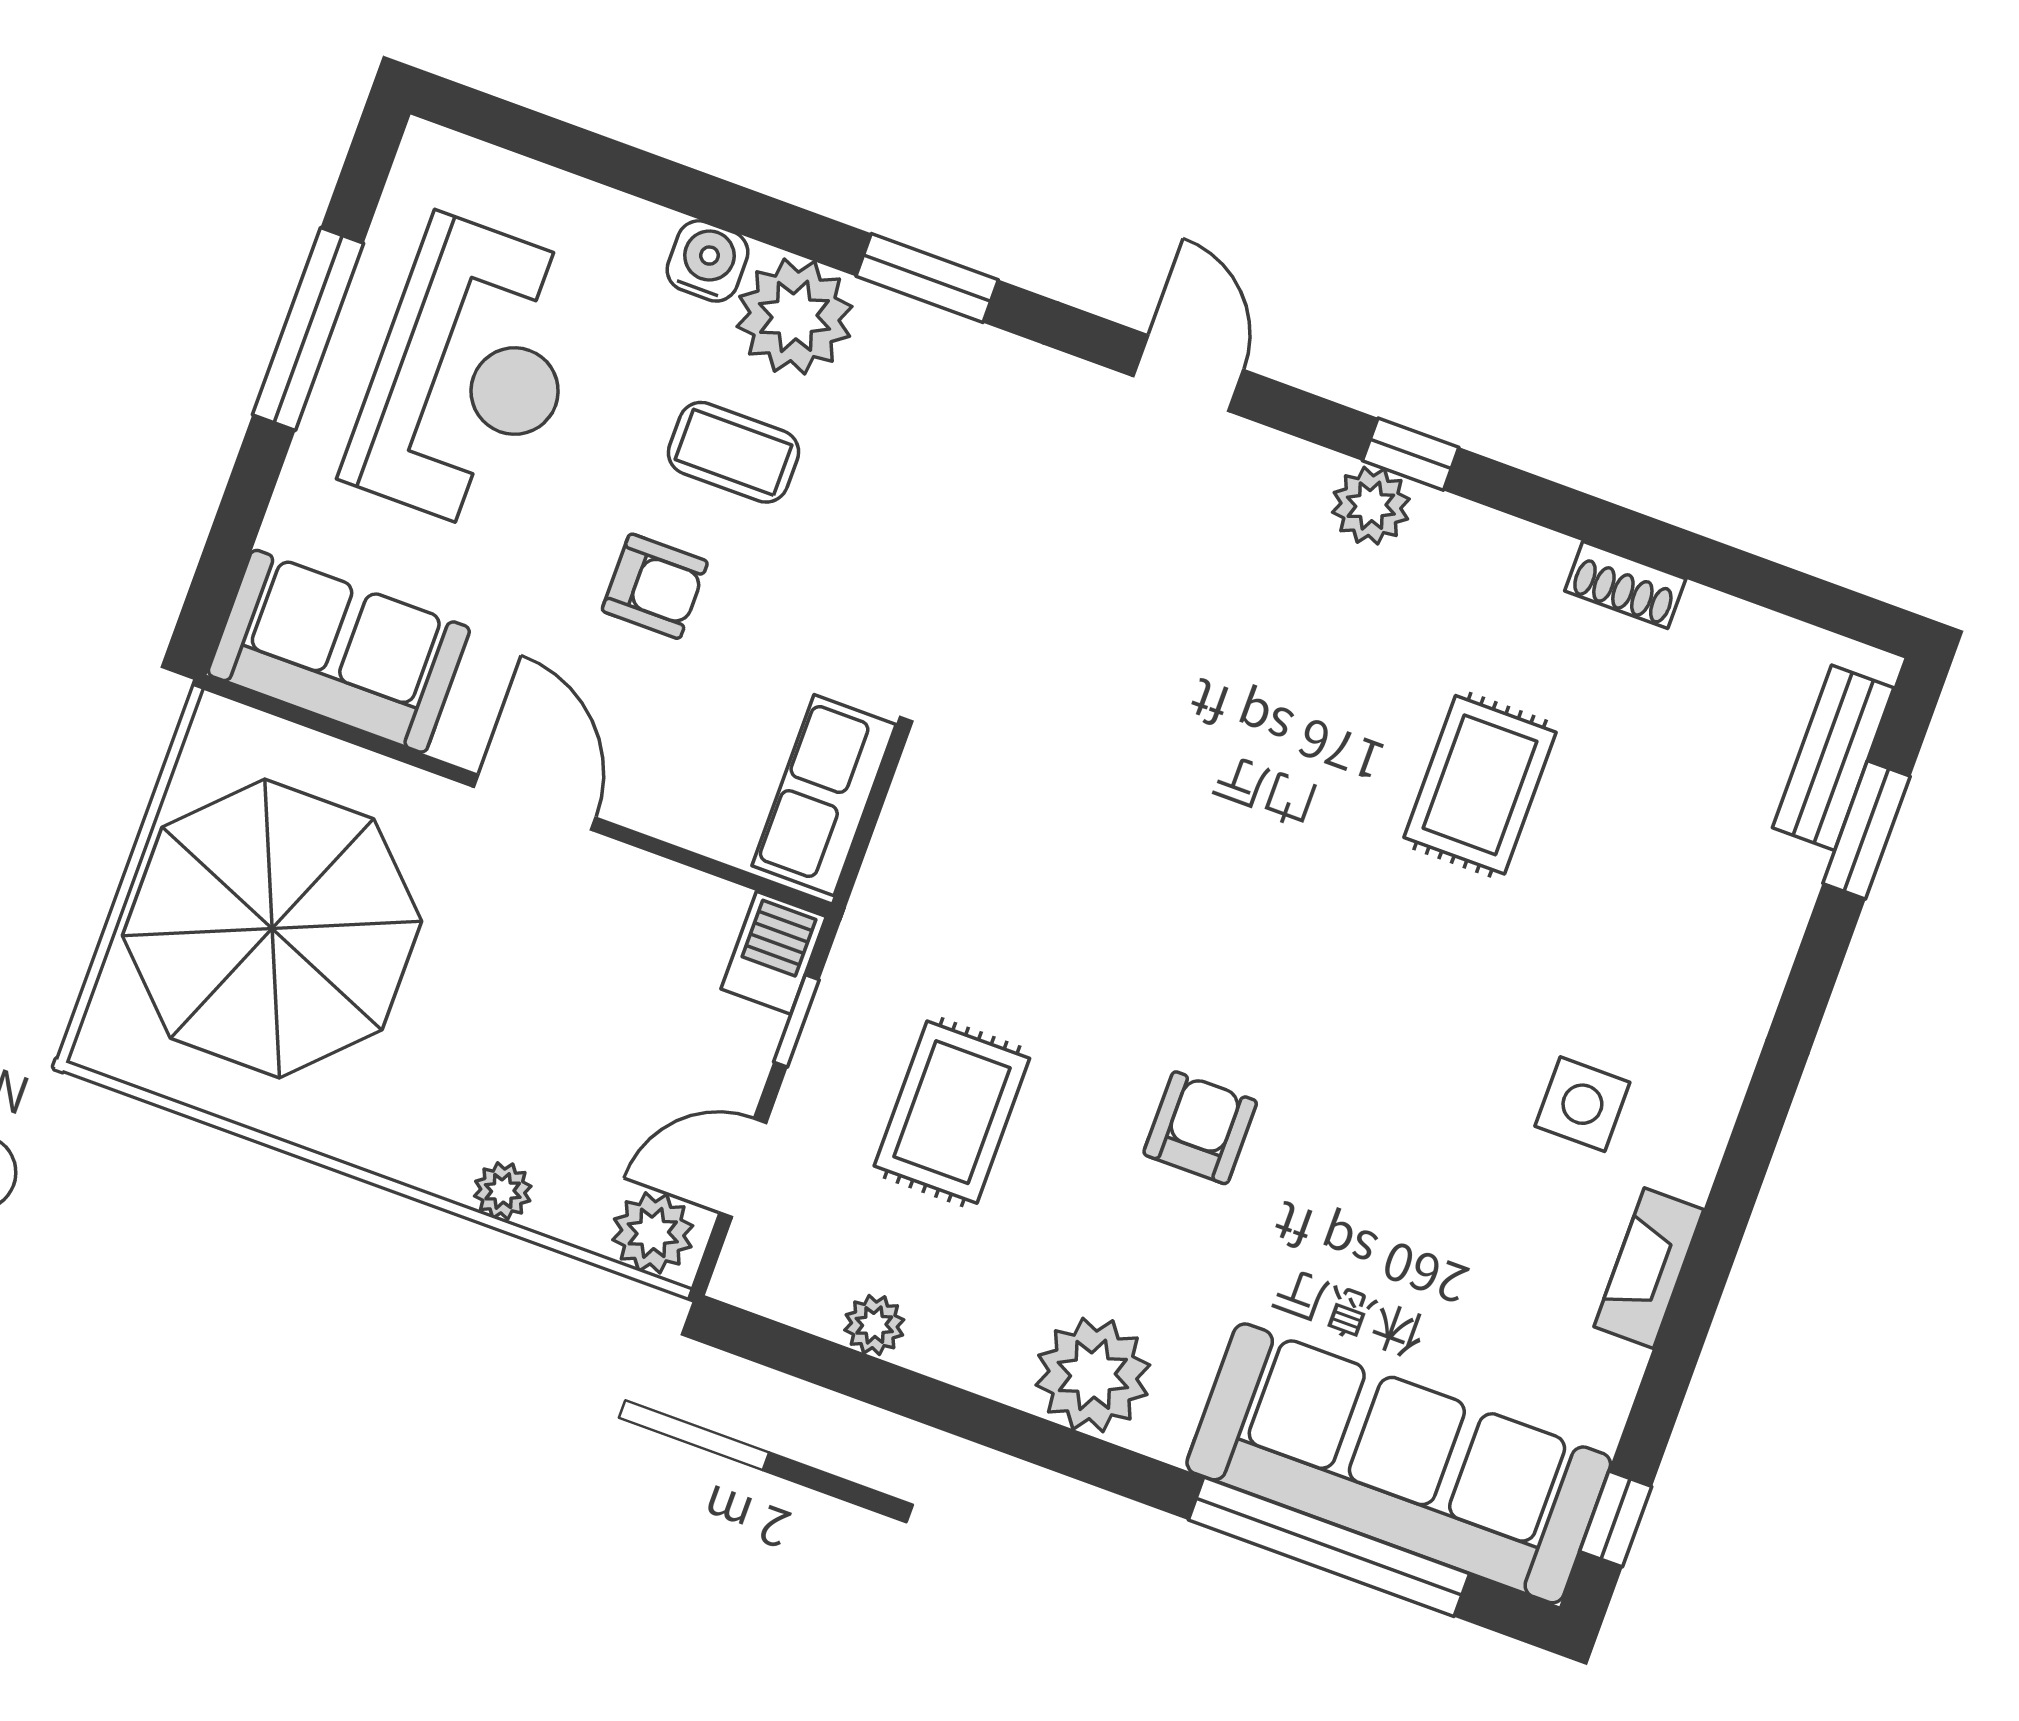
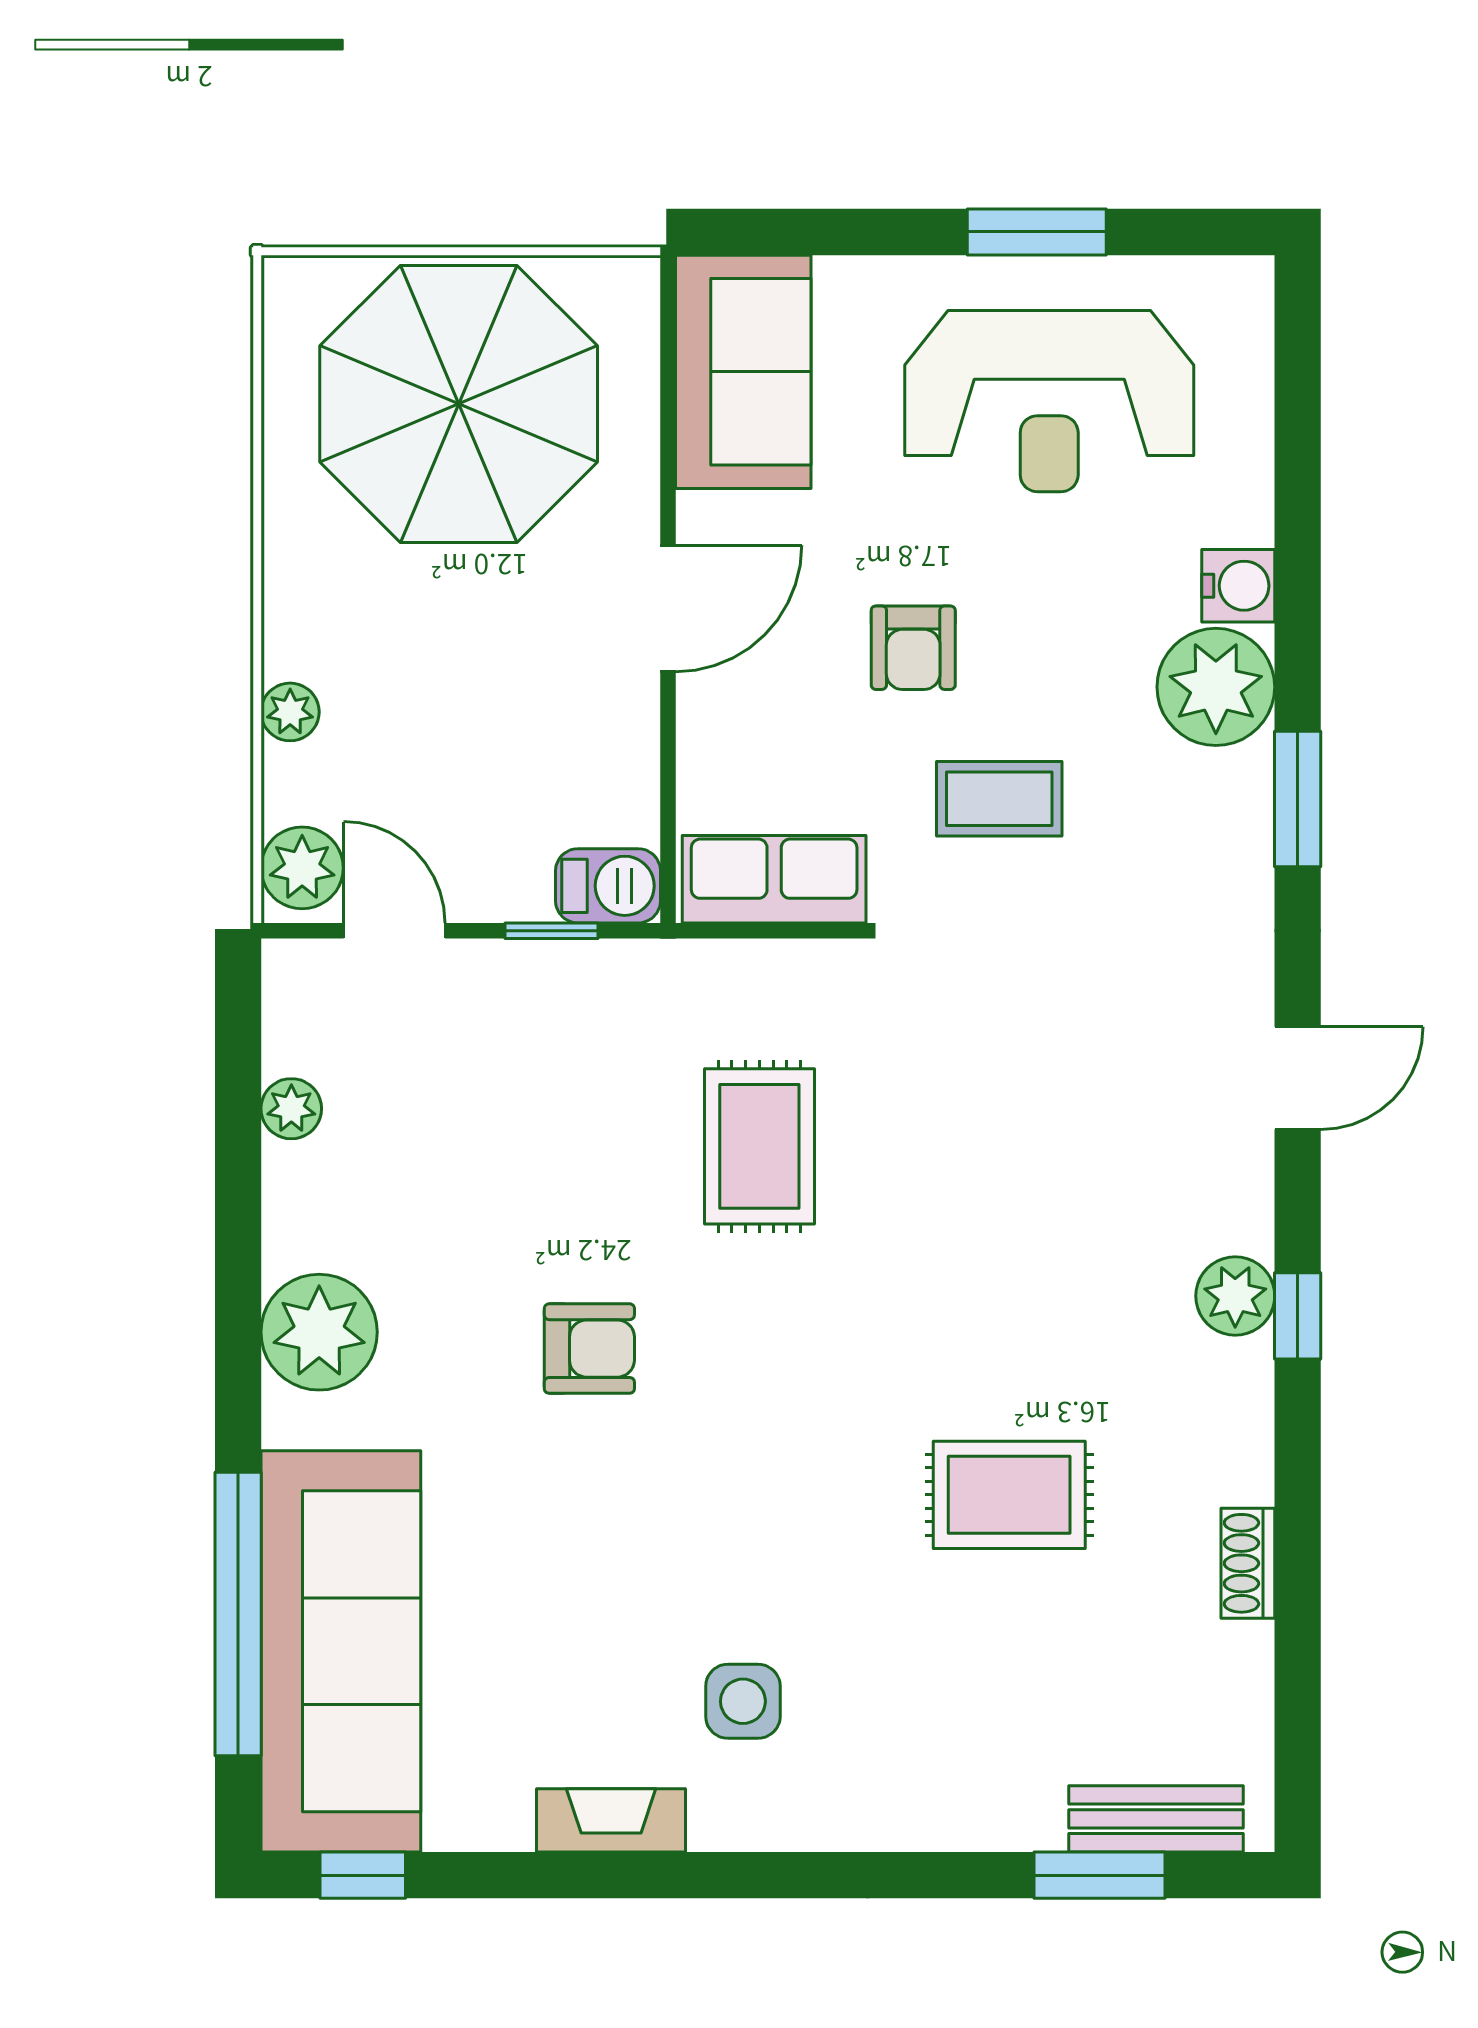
window: (308, 329) -> (1037, 232), width x0.69
coffee table: (734, 452) -> (999, 799), moved, turned 90
rug: (952, 1112) -> (759, 1146), moved, turned 90

